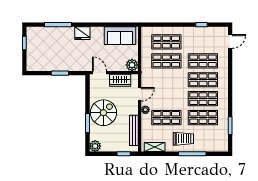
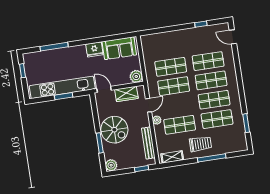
fridge: (82, 33) -> (94, 49), moved
door: (230, 41) -> (233, 37), swing flipped
shop shelf: (166, 42) -> (174, 86), moved
kitchen unit: (60, 65) -> (62, 87), added
spiral stairs: (103, 113) -> (114, 130), turned 90

